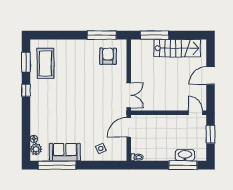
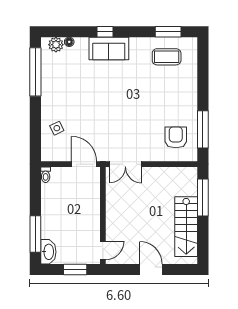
armchair: (108, 56) -> (176, 137), turned -90
coffee table: (45, 63) -> (167, 57), width x0.73, depth x0.76
window: (26, 90) -> (105, 32), moved
sofa: (65, 152) -> (109, 49), moved, turned 90
washbasin: (185, 155) -> (48, 252), moved

